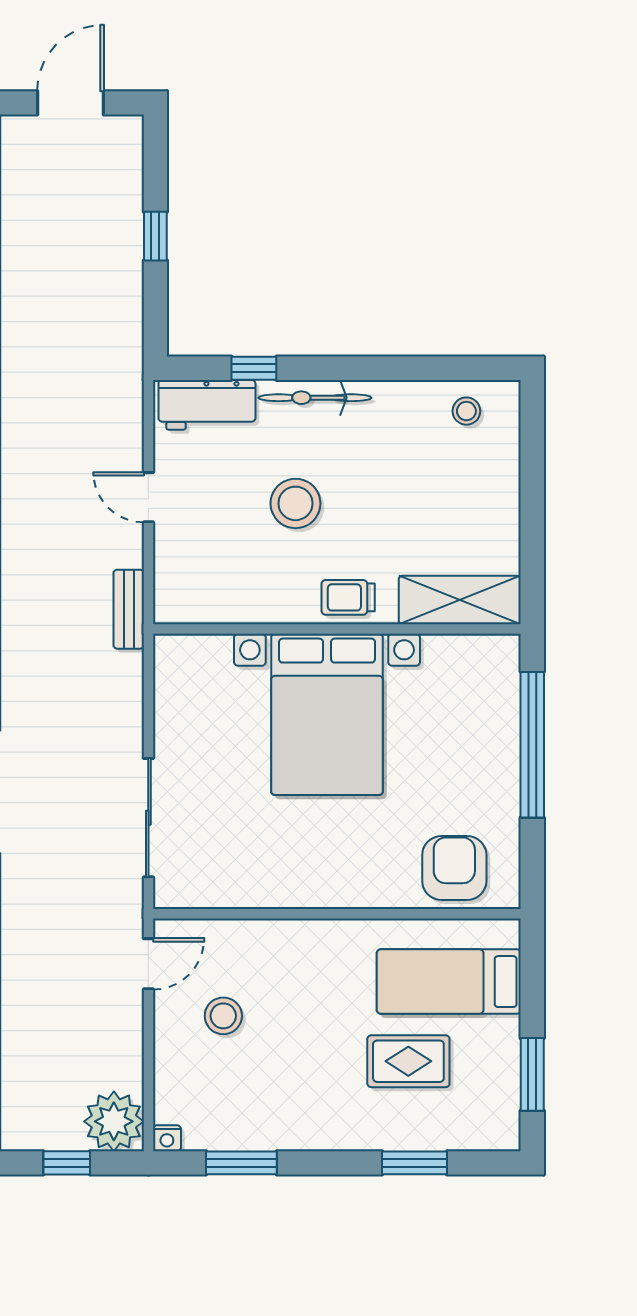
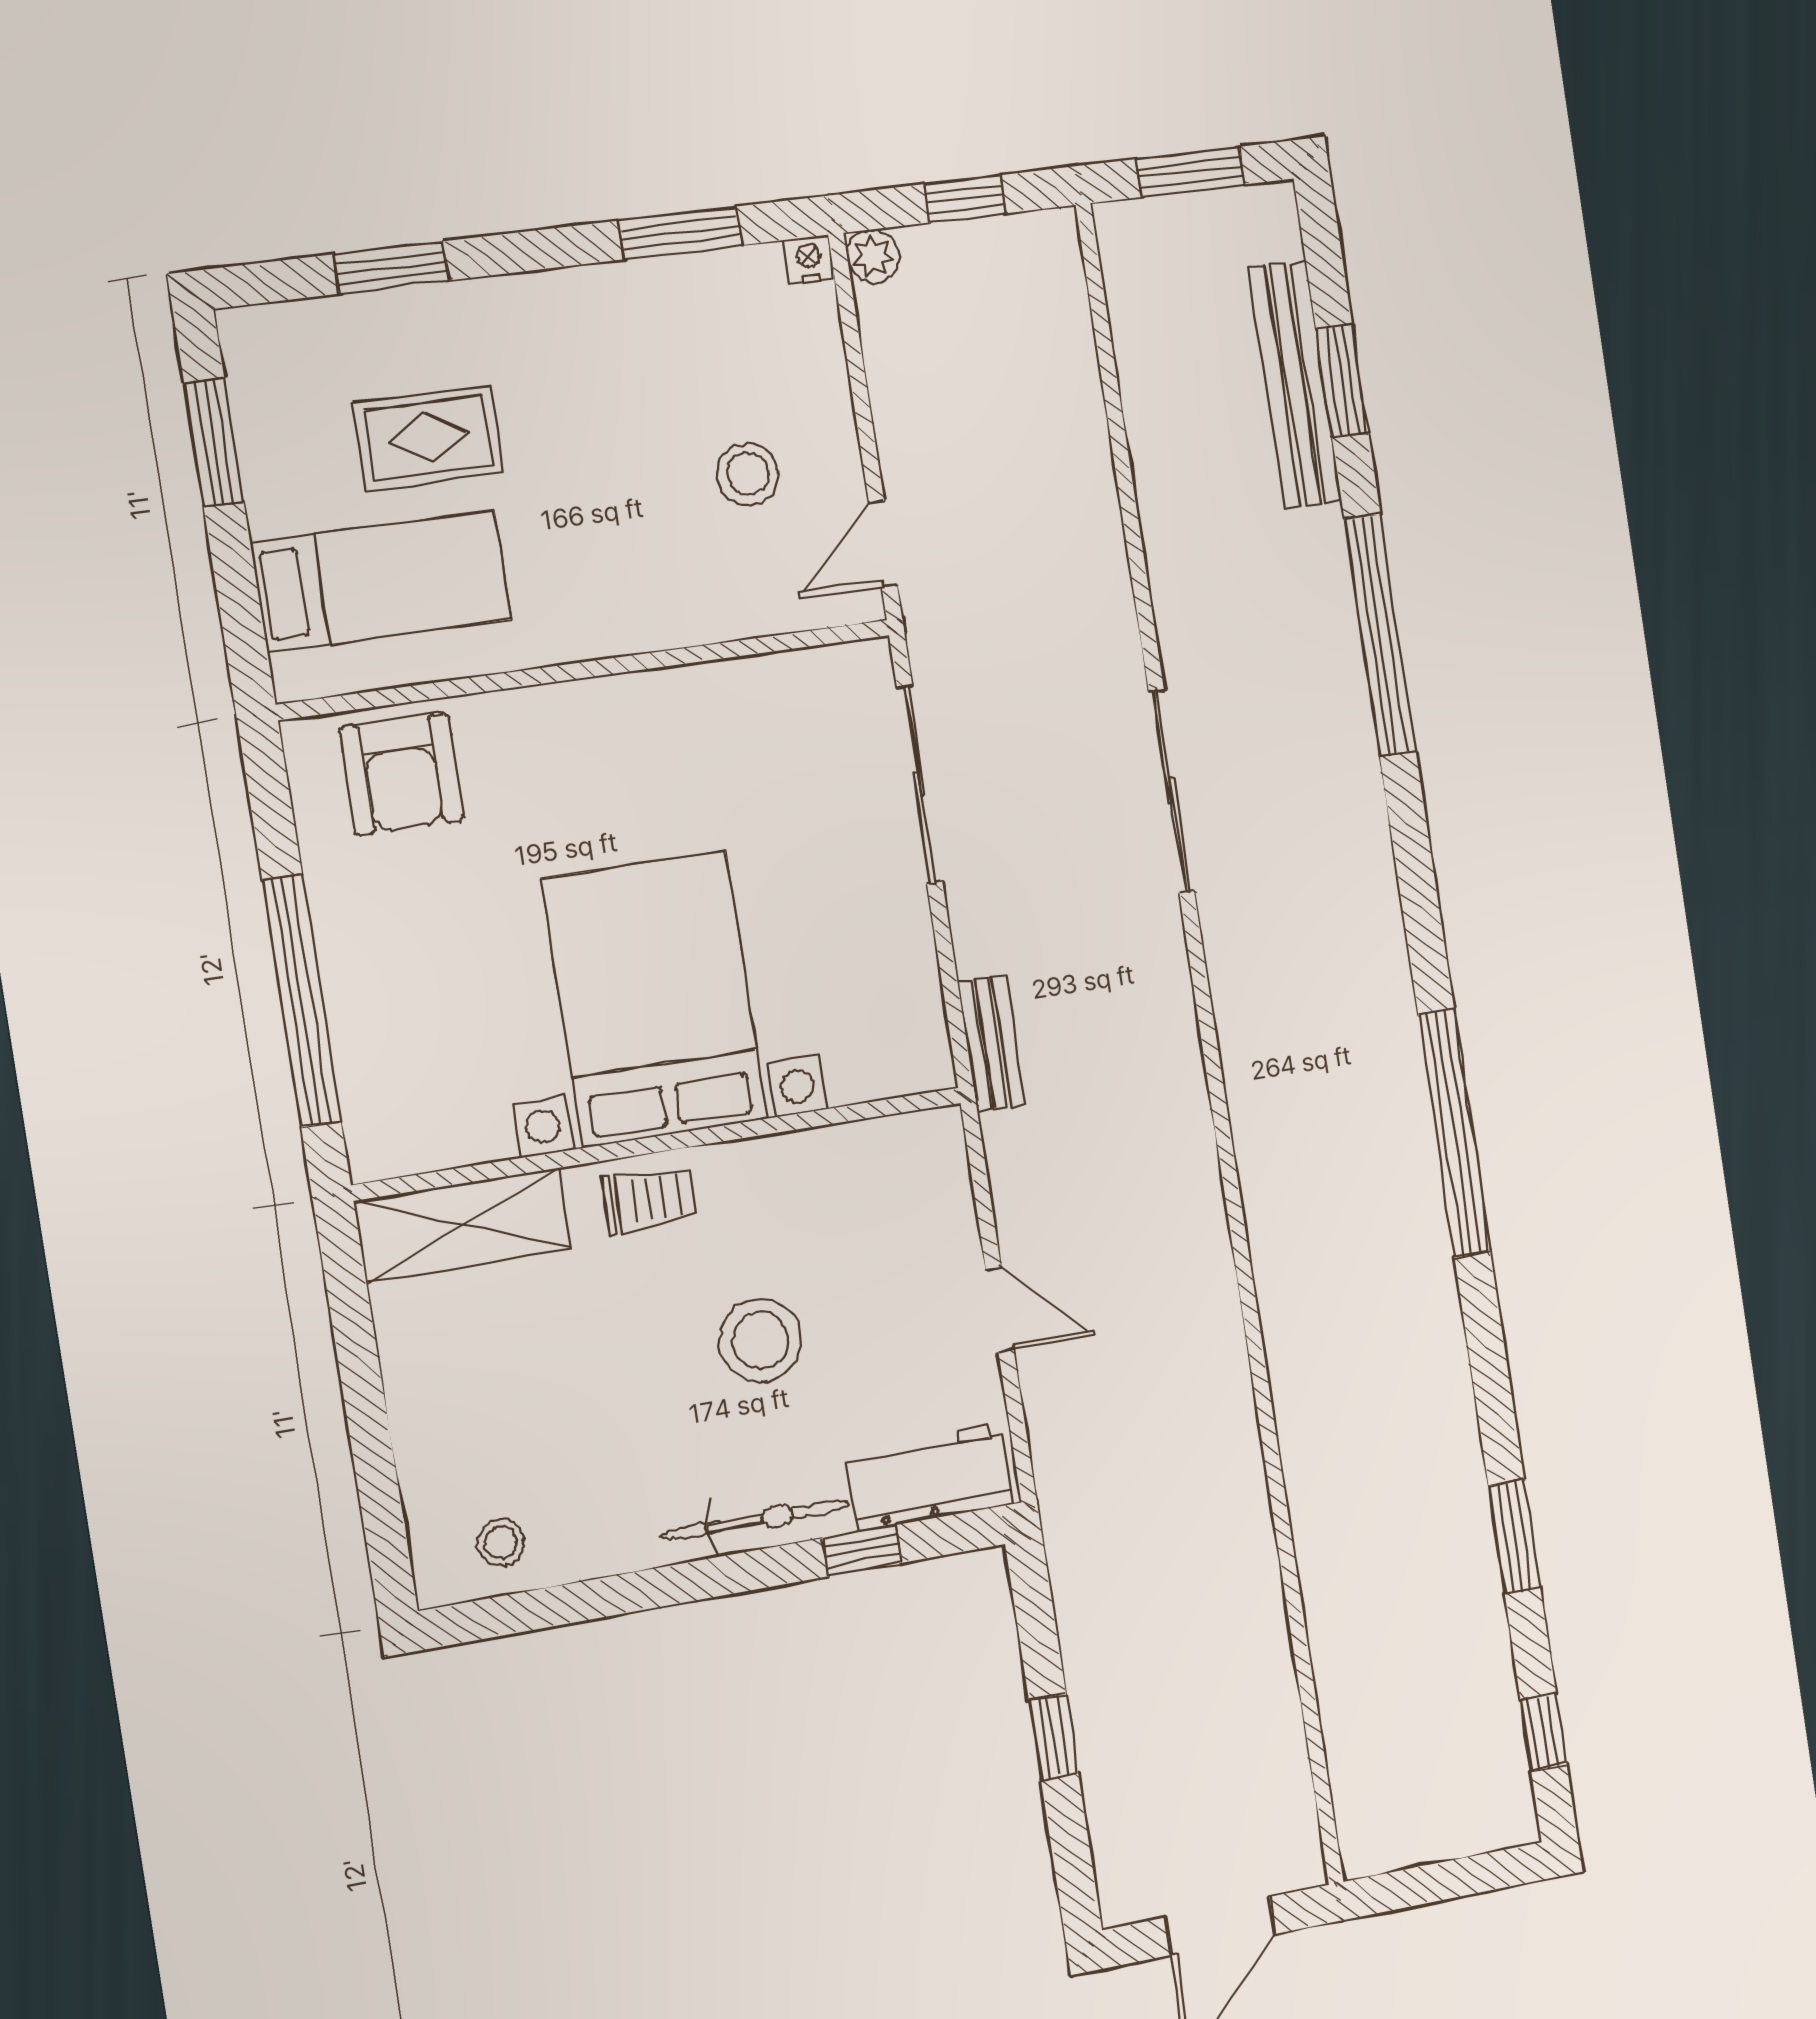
bench: (129, 609) -> (992, 1043), moved
plant: (114, 1121) -> (873, 256), width x0.53, depth x0.53

